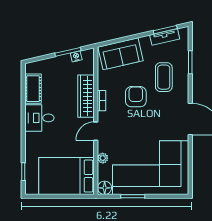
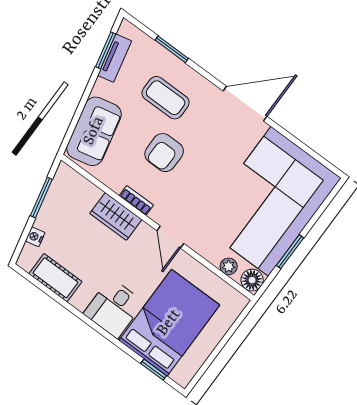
nightstand: (76, 56) -> (35, 237), moved
wardrobe: (86, 96) -> (116, 216), width x0.67
armchair: (136, 97) -> (164, 153), turned -90
desk: (39, 118) -> (114, 308), moved
plant: (103, 158) -> (229, 266), moved
bed: (67, 176) -> (169, 323), moved, turned 180

